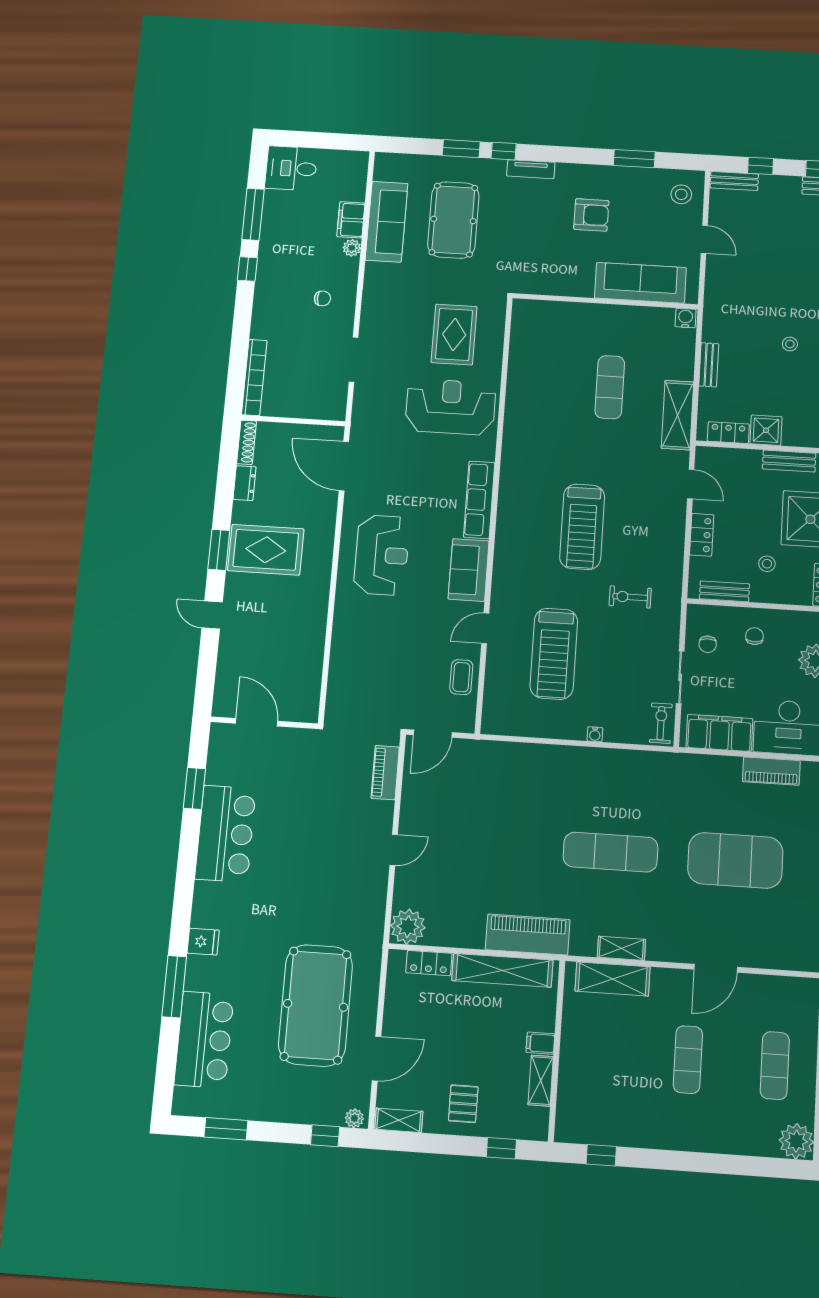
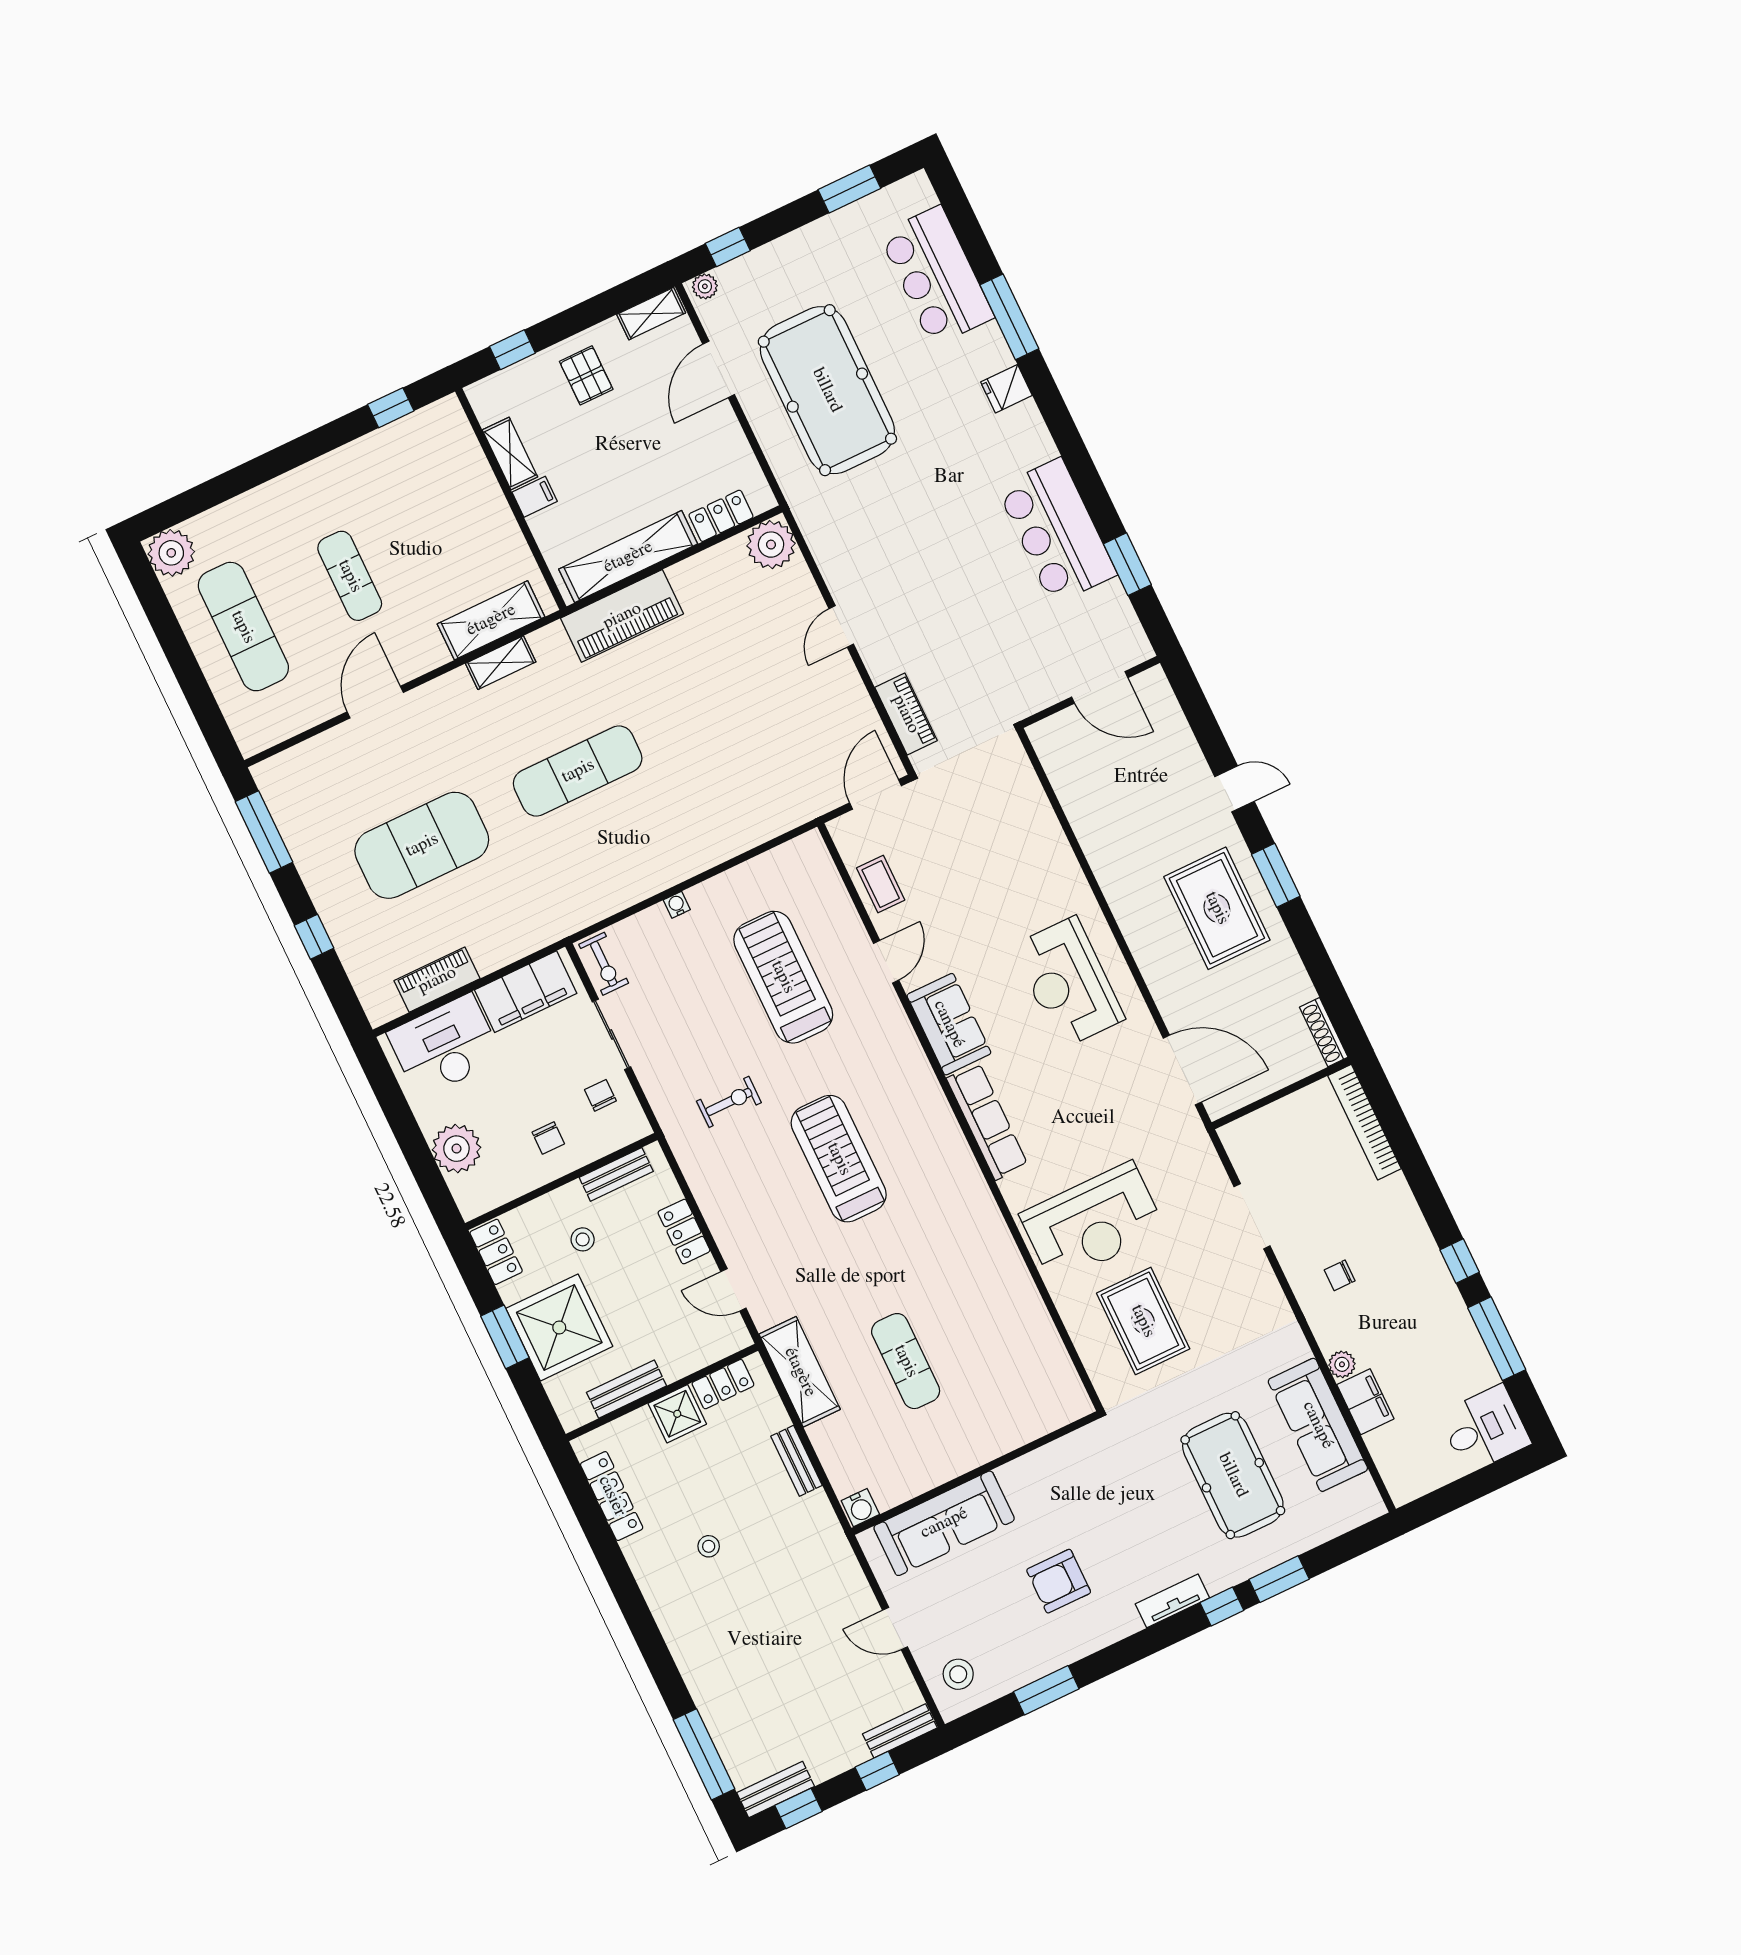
dresser: (245, 483) -> (1295, 978), removed
rug: (266, 550) -> (1217, 908), turned 90
exercise mat: (775, 1066) -> (243, 627), width x1.36, depth x1.45

